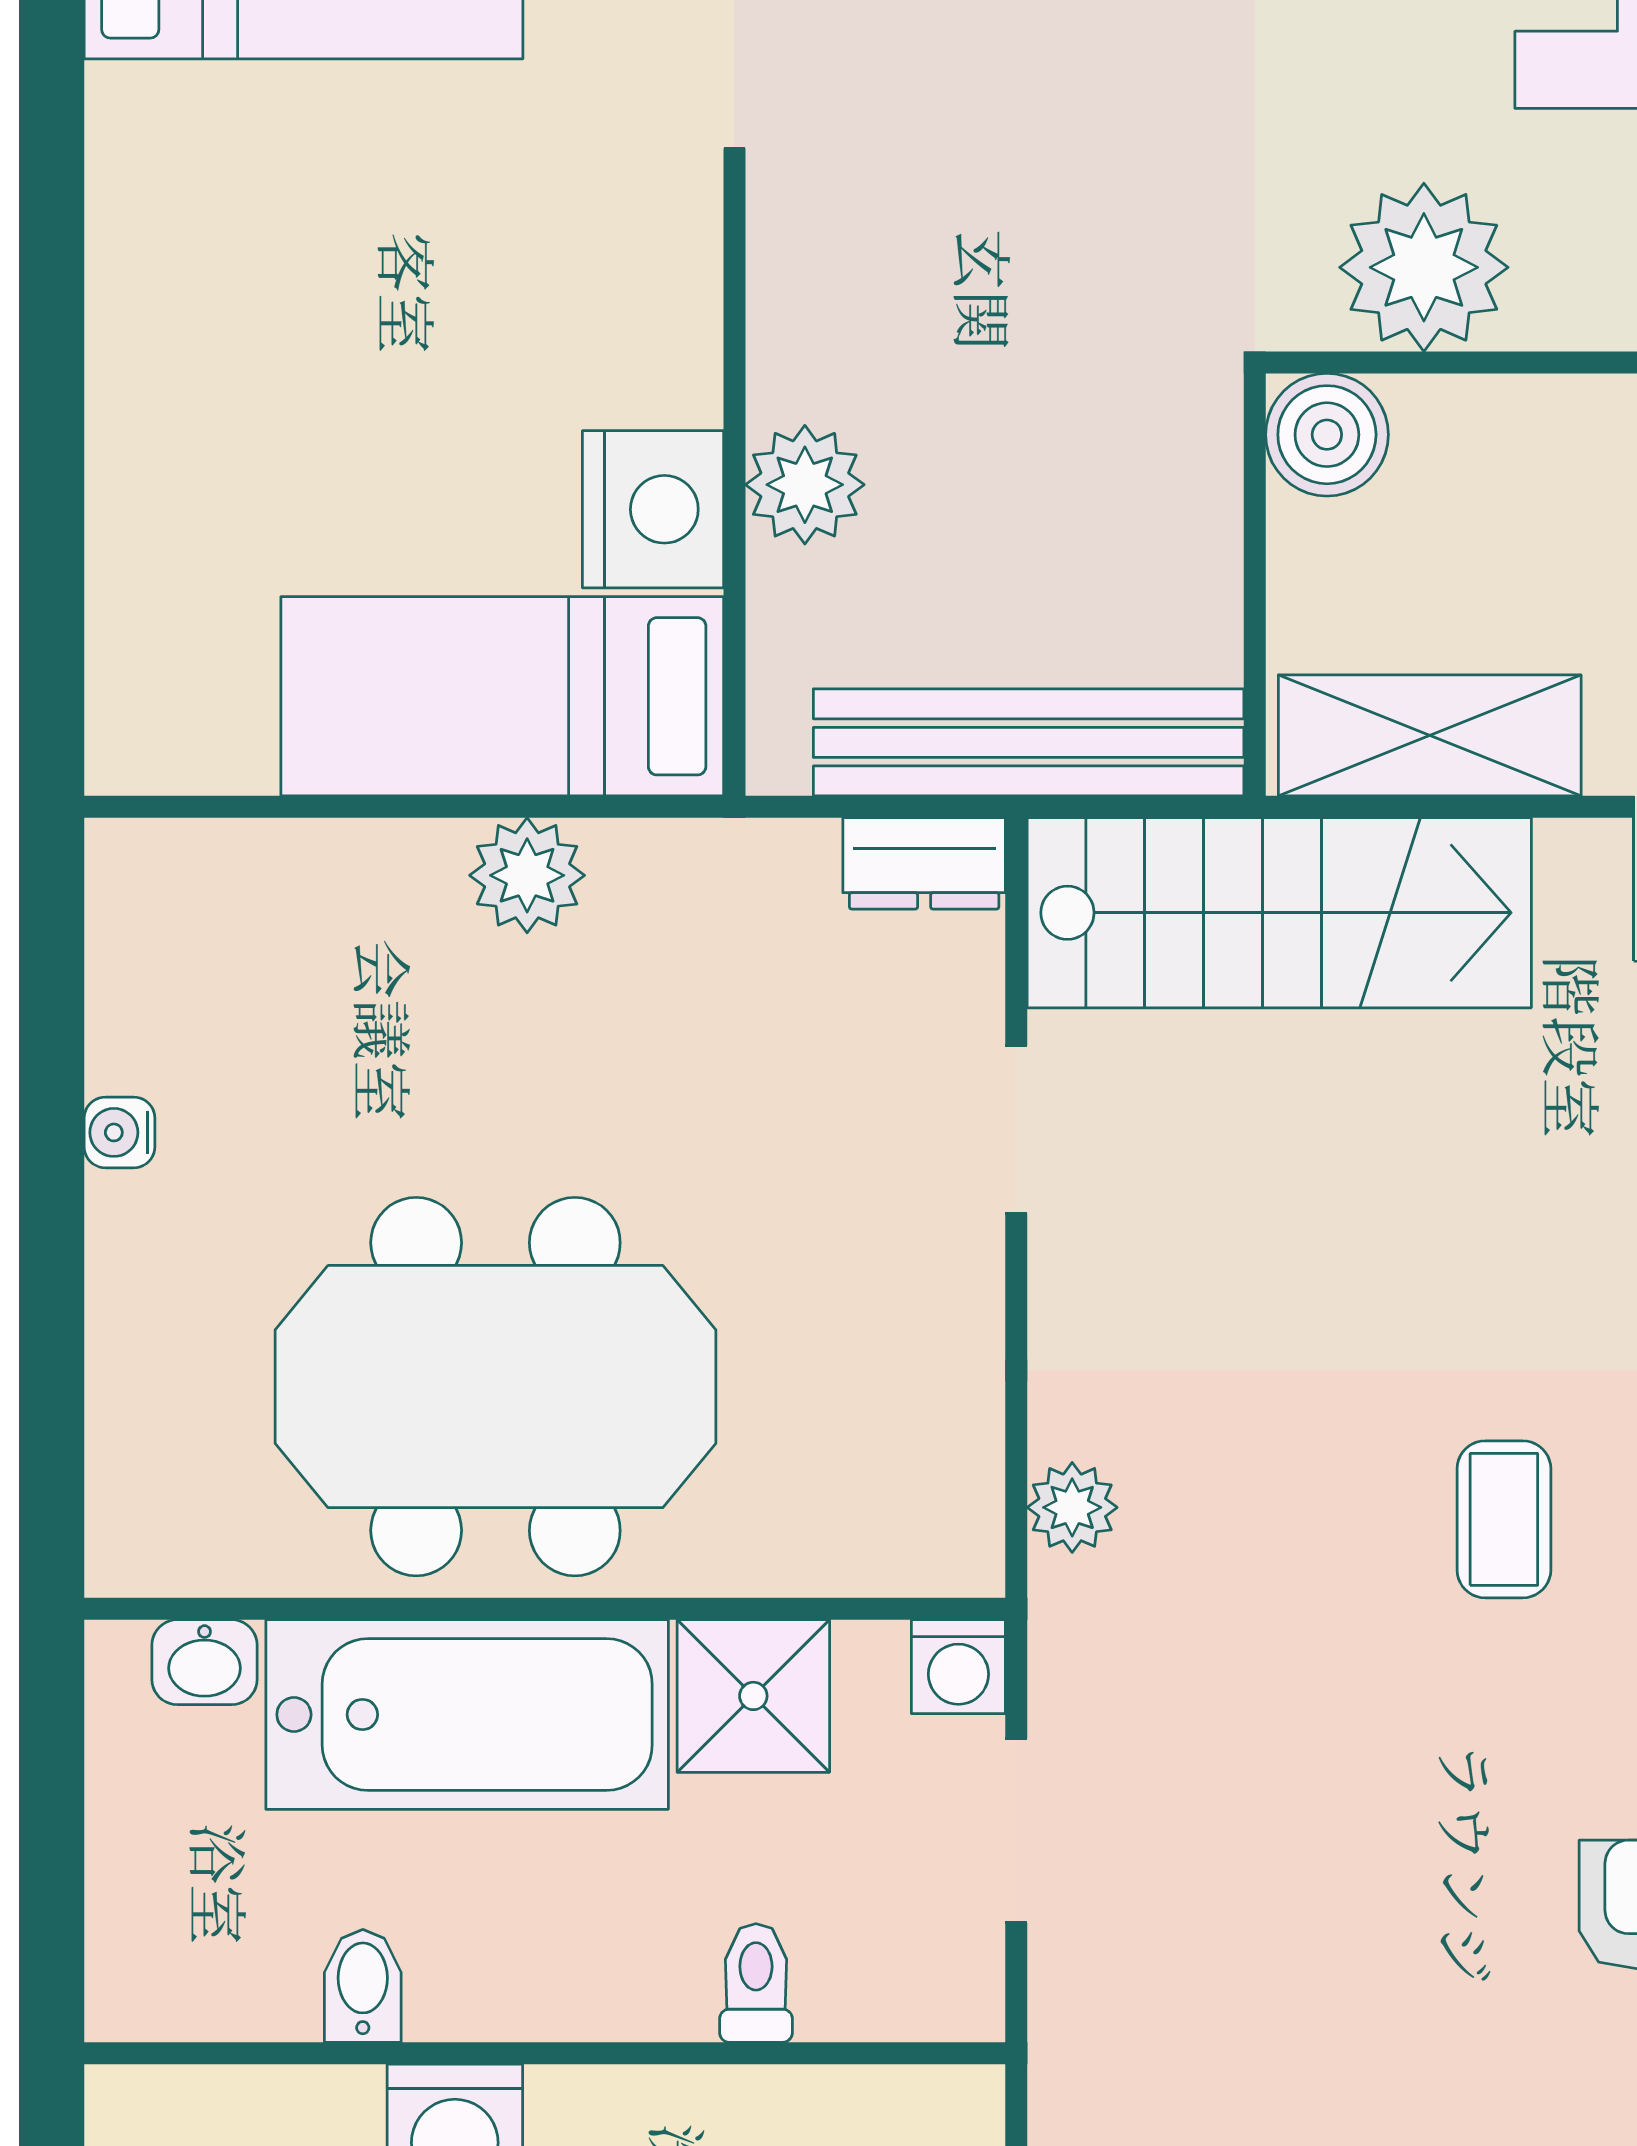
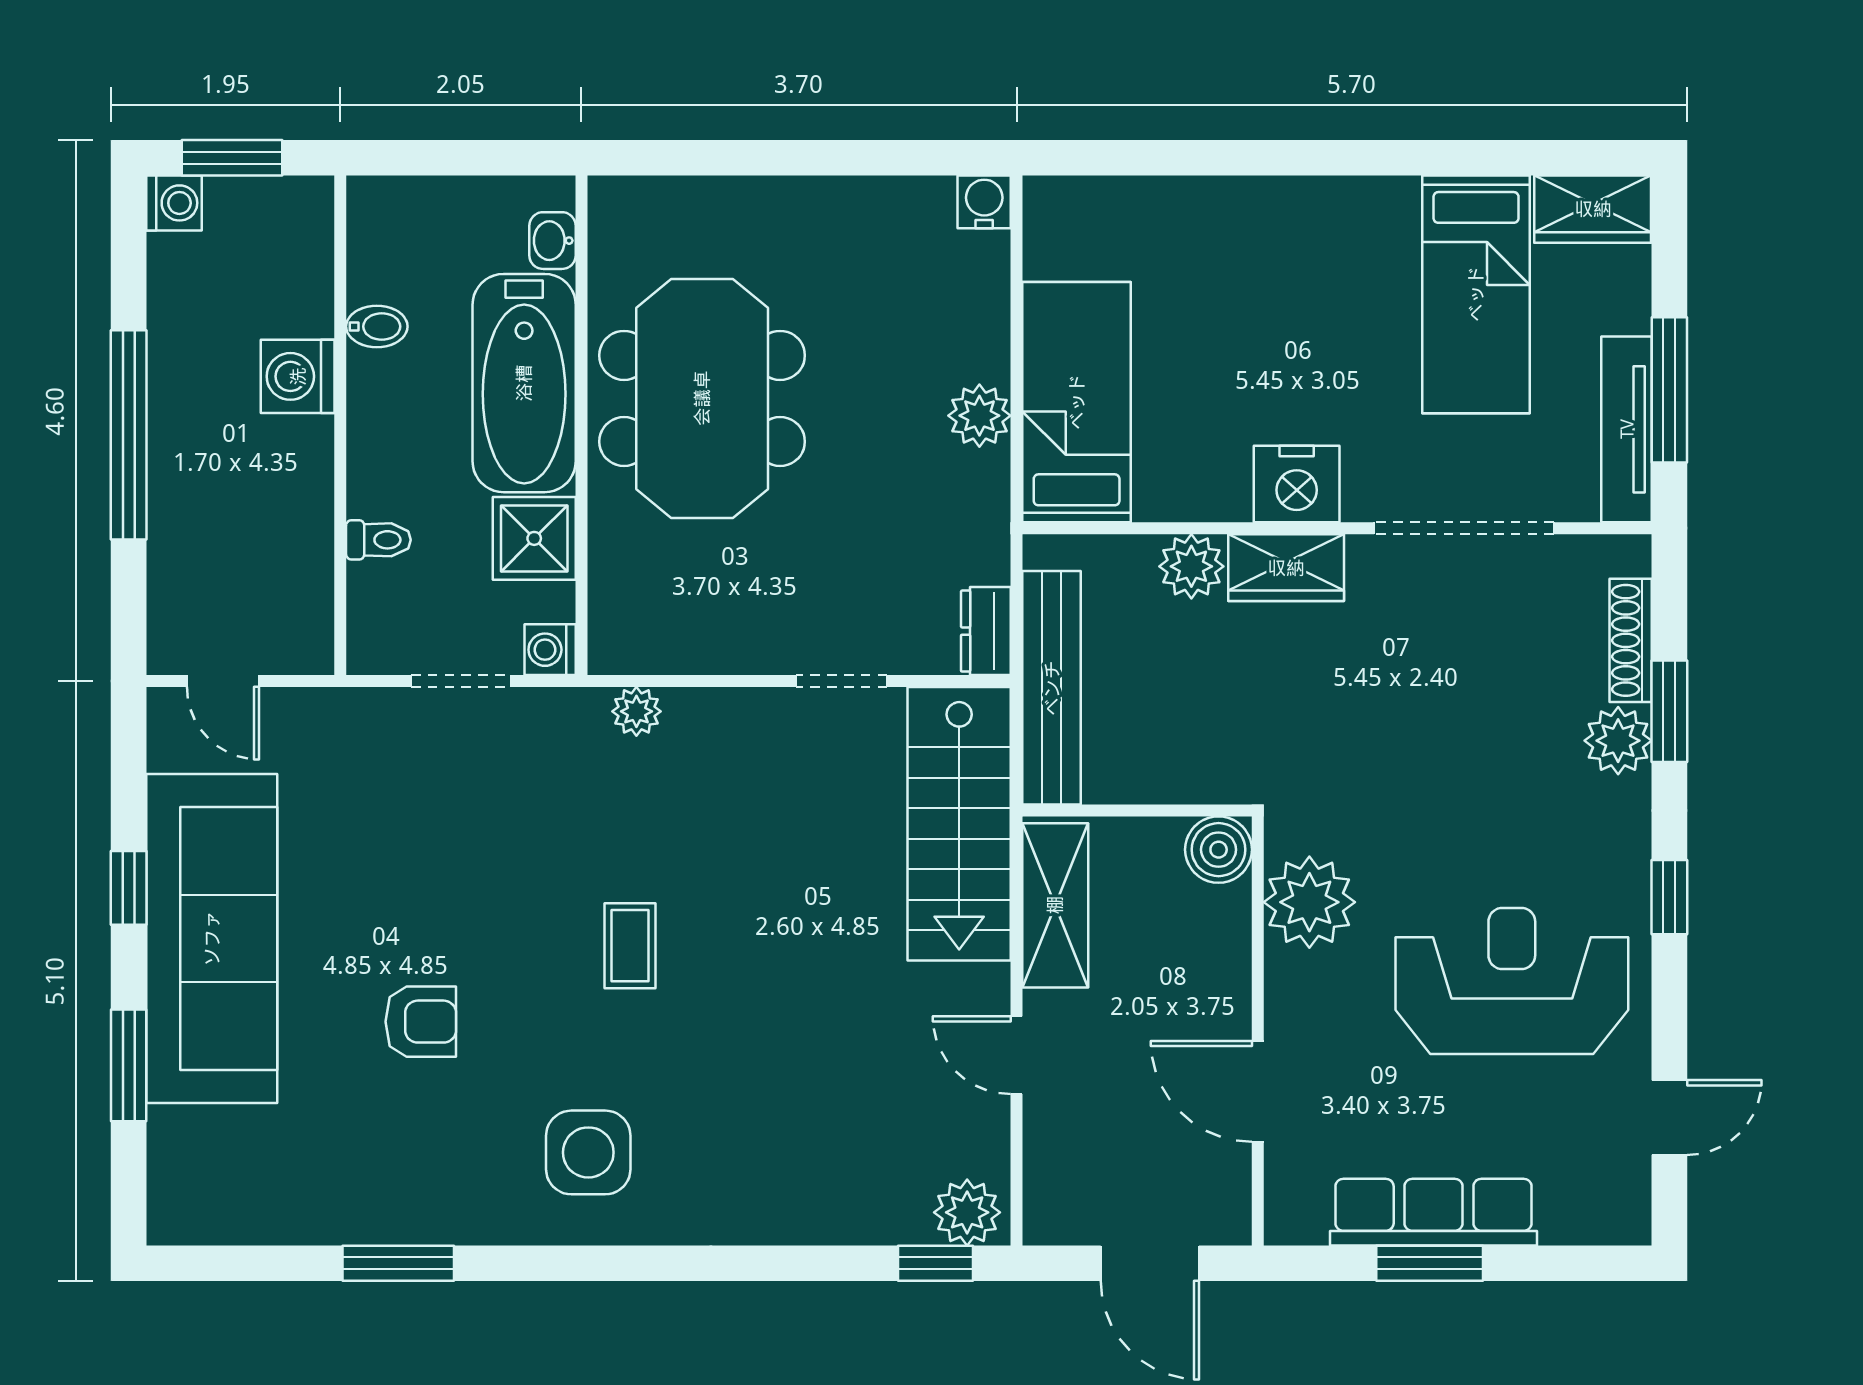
wardrobe: (807, 310) -> (1286, 568), added
nightstand: (653, 509) -> (1297, 484), moved
water cooler: (120, 1132) -> (984, 202), moved, width x1.38, depth x1.38
coffee table: (1504, 1519) -> (630, 946), turned 90

